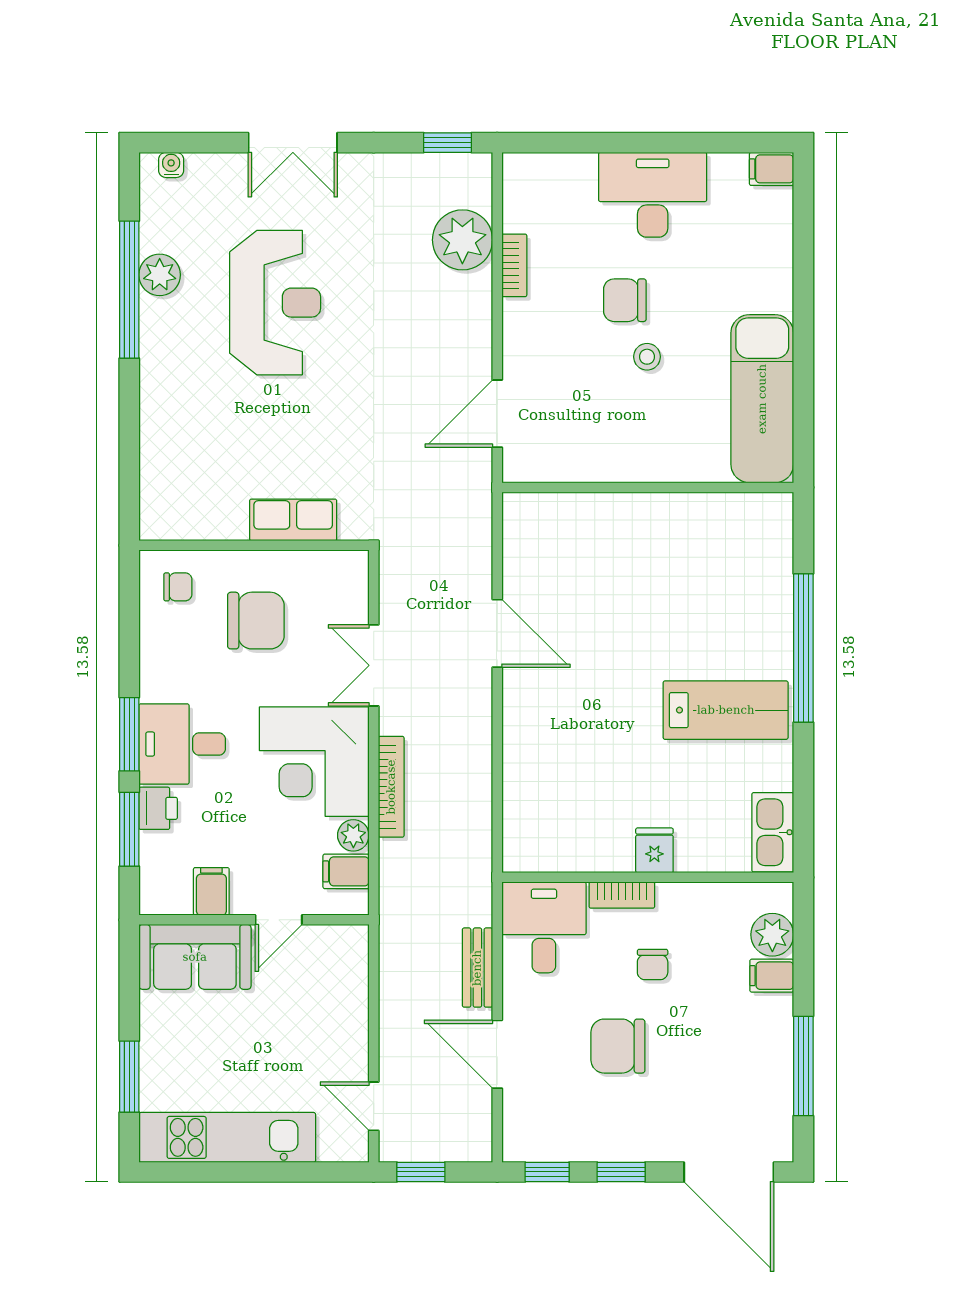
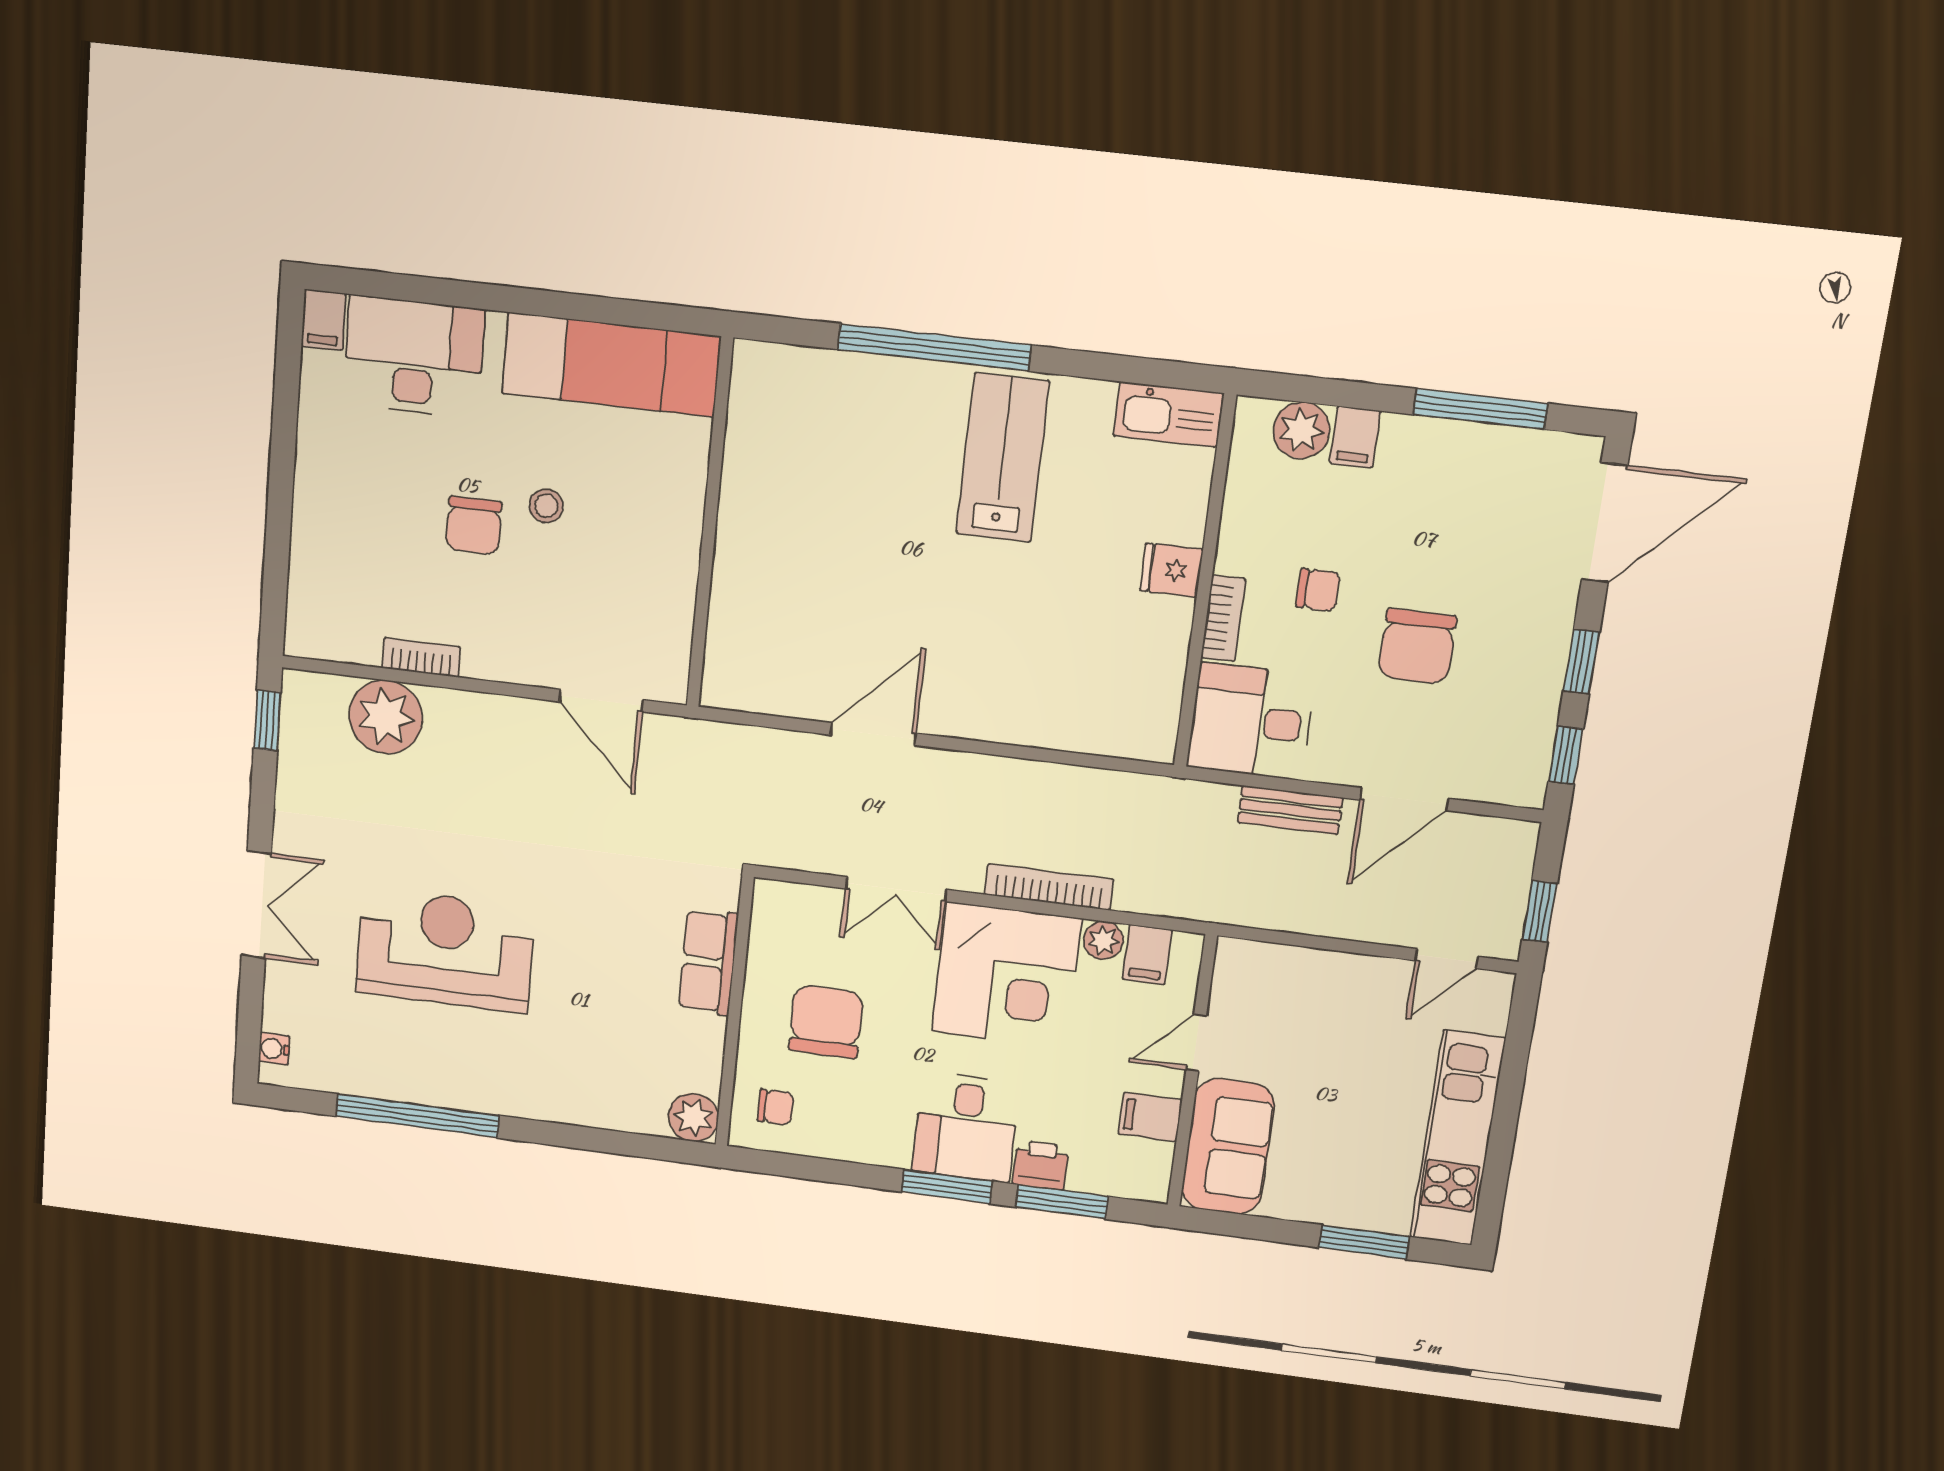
desk: (653, 195) -> (414, 356), moved, turned 90
plant: (160, 275) -> (693, 1117), moved
chair: (178, 587) -> (776, 1107), turned 90
door: (279, 920) -> (1196, 1043), swing flipped

